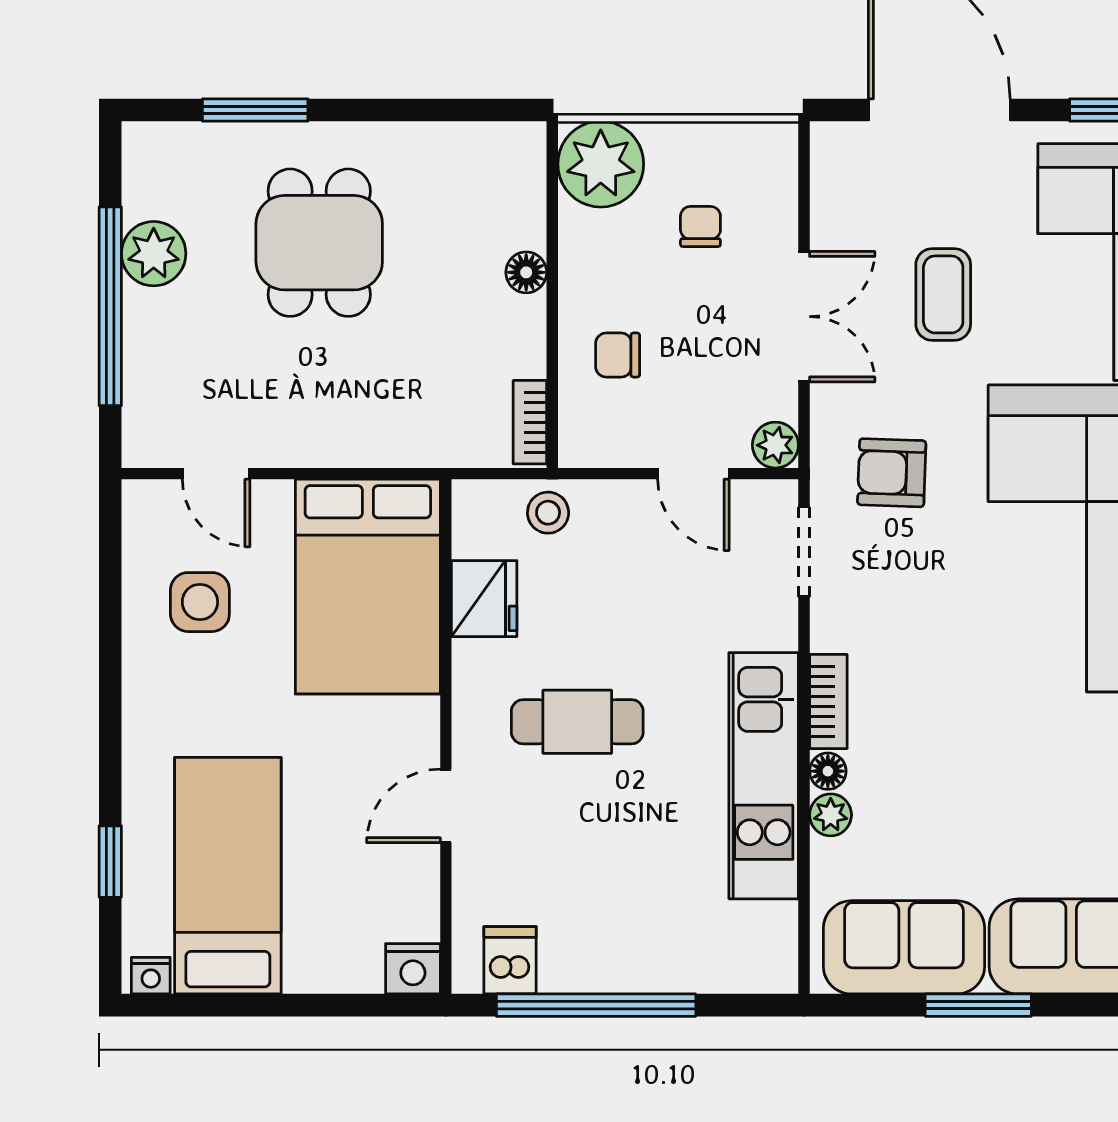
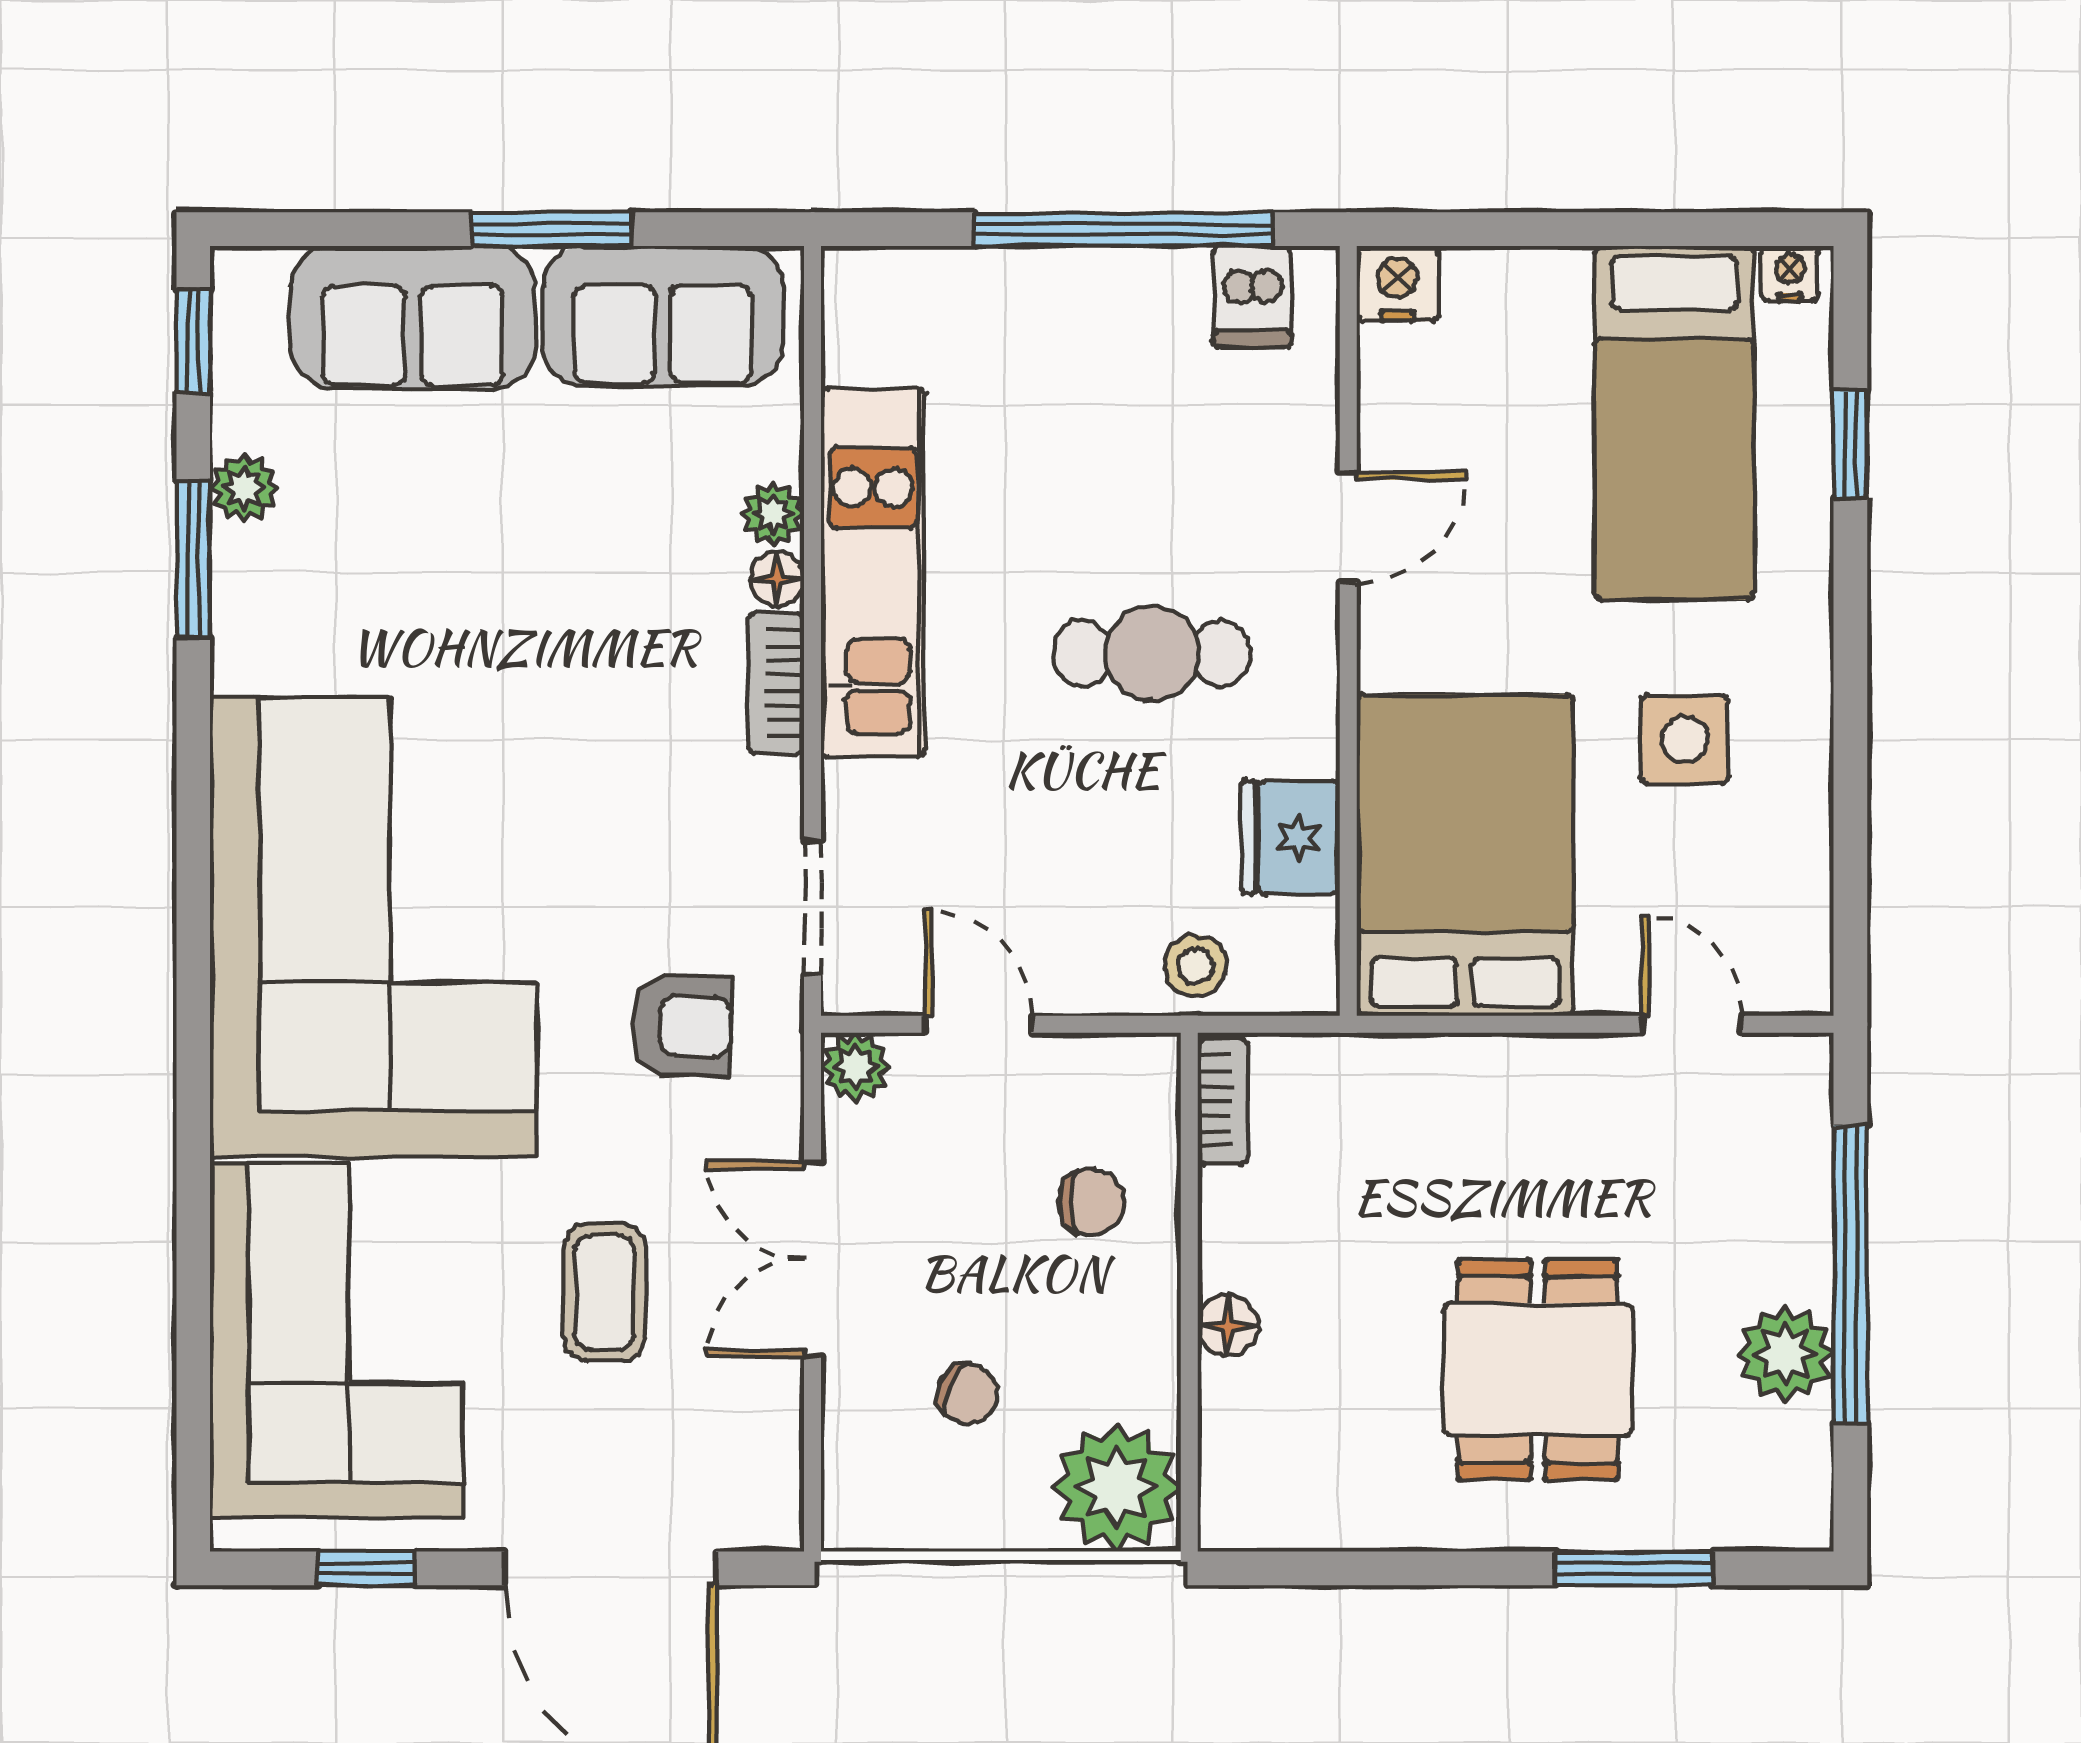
chair: (700, 226) -> (967, 1394), turned -66
side table: (200, 602) -> (1685, 739), moved

